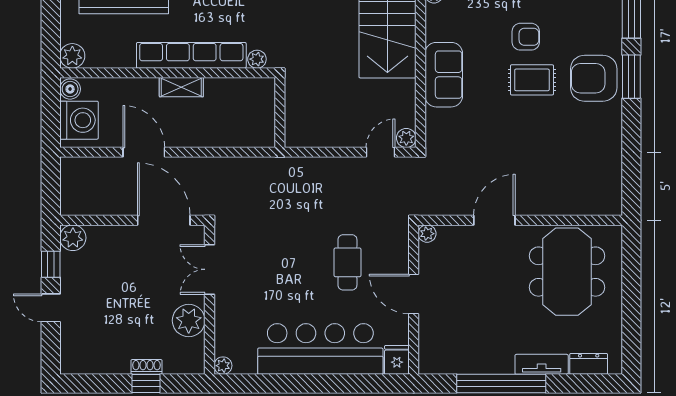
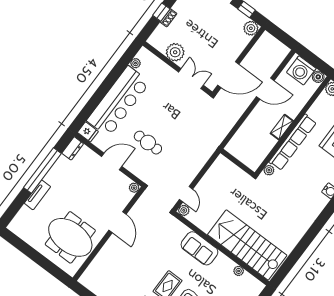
dresser: (589, 364) -> (73, 148), moved
plant: (223, 366) -> (135, 63), moved

